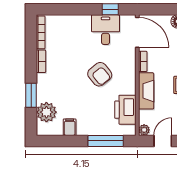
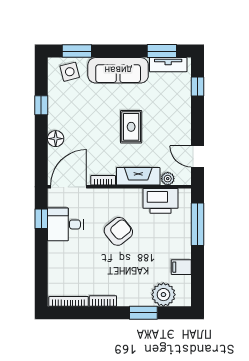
plant: (144, 130) -> (168, 179), moved

